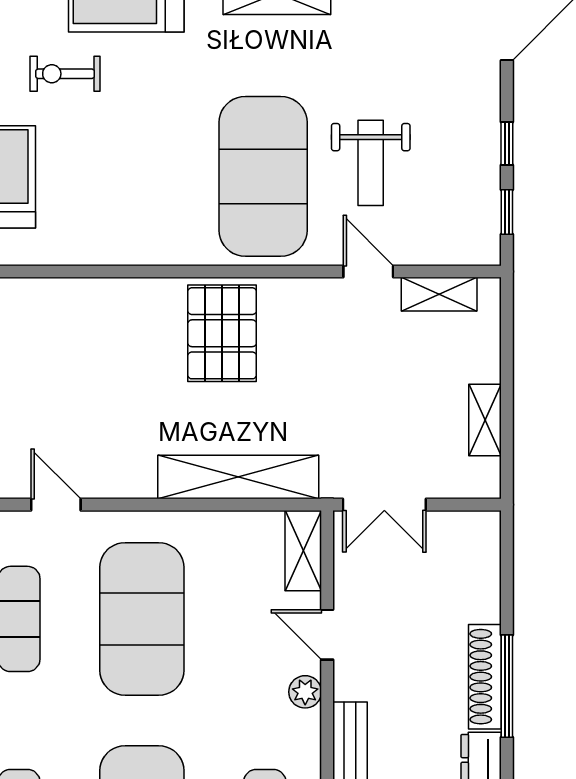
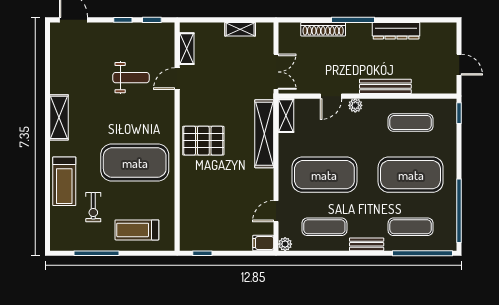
exercise mat: (263, 176) -> (135, 163), moved
shelving: (303, 551) -> (286, 116), moved, turned 90
shoe rack: (485, 677) -> (323, 29), moved

